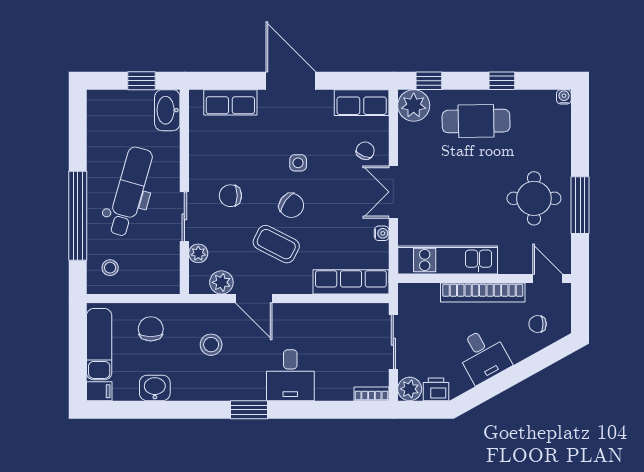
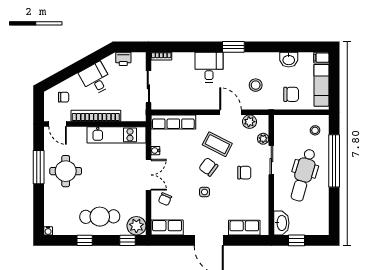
chair: (151, 329) -> (291, 94), turned -90
plant: (410, 389) -> (139, 59), removed

